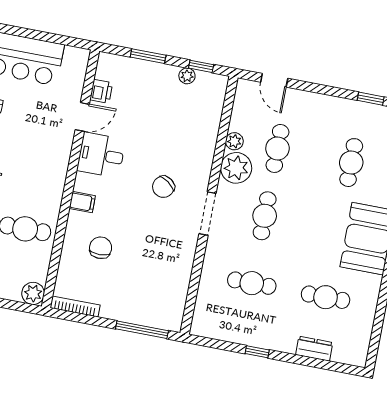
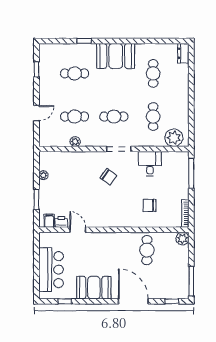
window: (201, 66) -> (36, 168), removed
door: (274, 80) -> (36, 113), moved
desk: (101, 155) -> (150, 164), moved, turned 180
plant: (236, 168) -> (174, 138), moved
filing cabinet: (82, 202) -> (49, 221), moved
dresser: (314, 349) -> (183, 53), moved
window: (257, 352) -> (191, 106), removed

